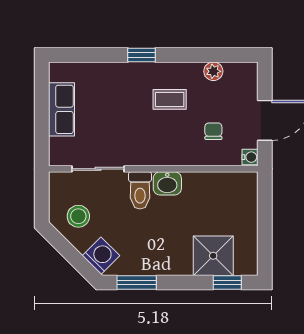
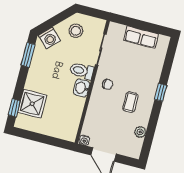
chair: (213, 131) -> (108, 84), moved

